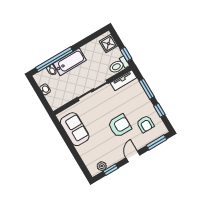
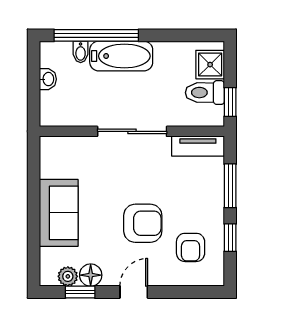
toilet: (119, 65) -> (205, 93), moved
sofa: (75, 129) -> (59, 213), moved
window: (156, 142) -> (191, 292), removed
floor lamp: (111, 160) -> (91, 275), added

